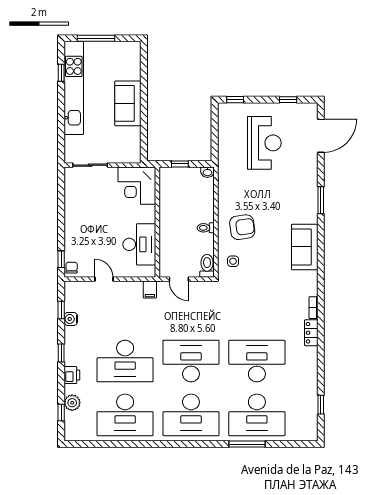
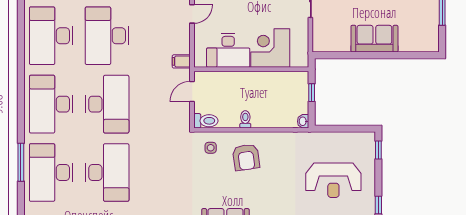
corner desk: (137, 186) -> (270, 48), moved

